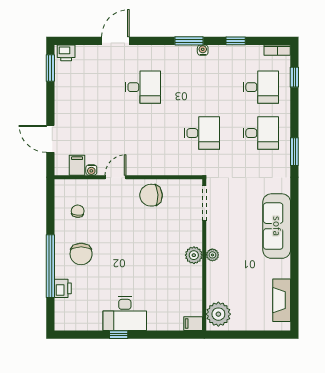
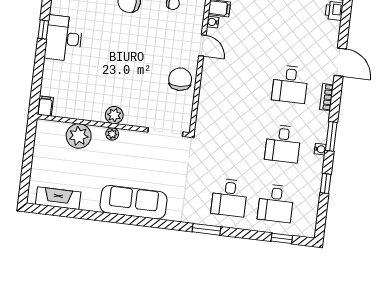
bookcase: (277, 50) -> (327, 97), moved
desk: (202, 133) -> (283, 144), moved
plant: (218, 314) -> (79, 136), moved

